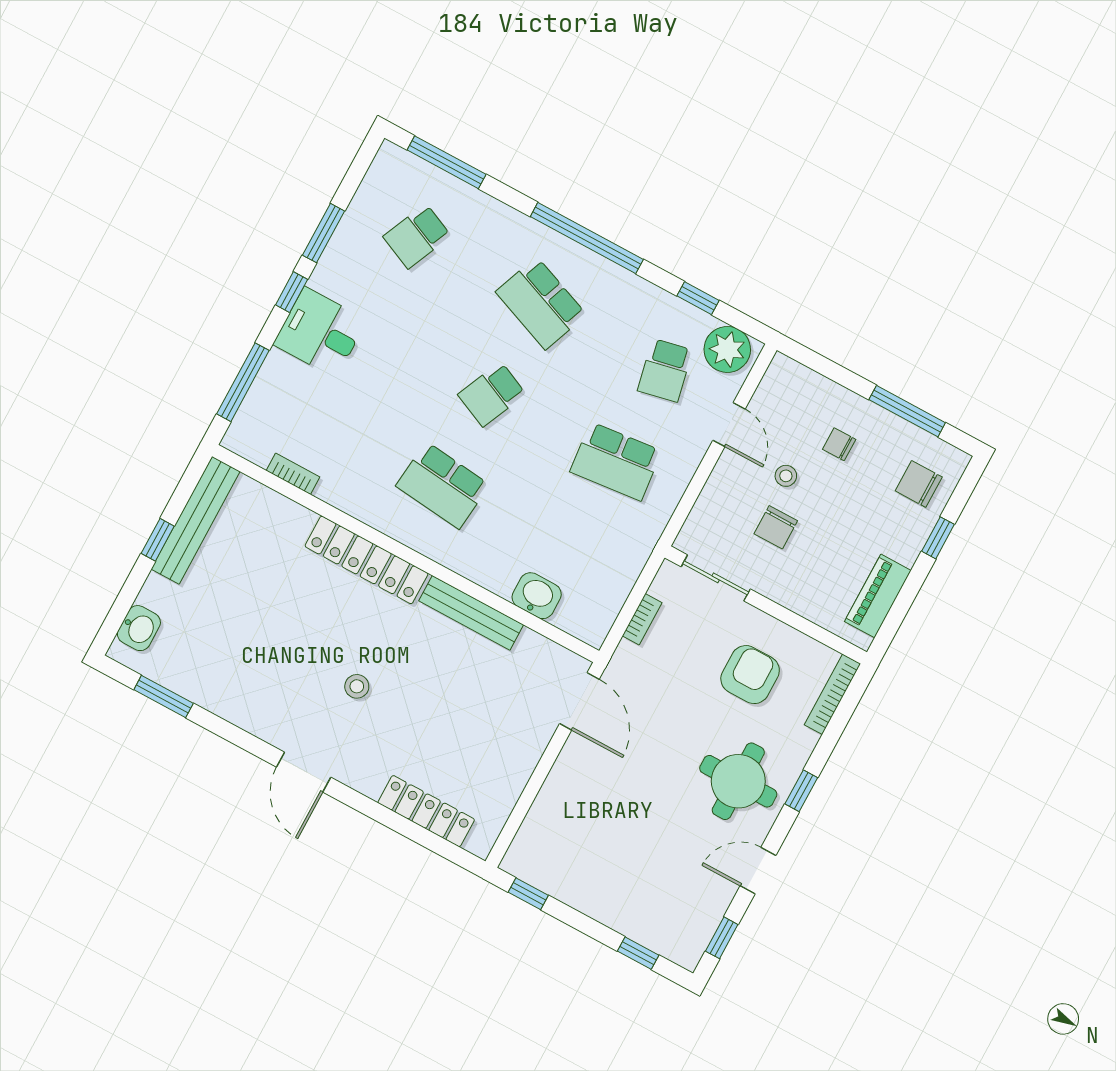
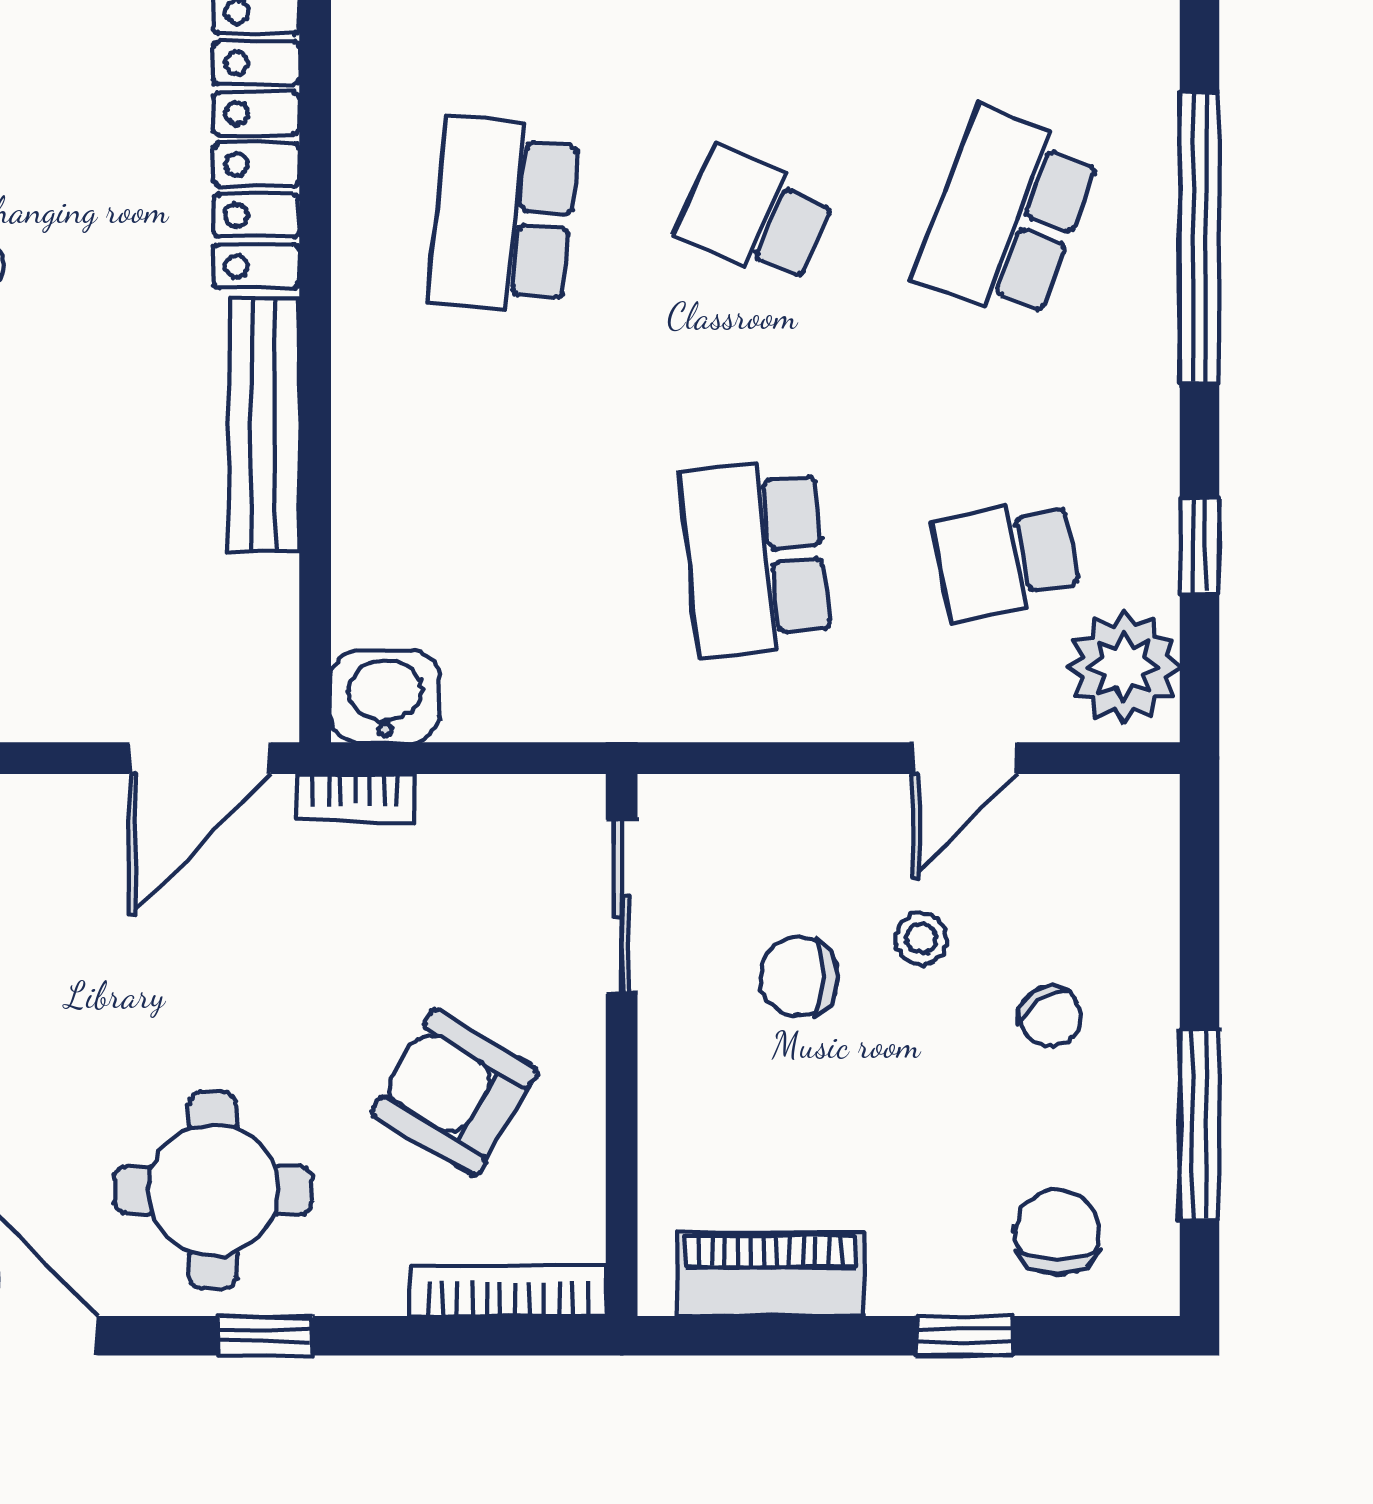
chair: (839, 444) -> (1050, 1016), turned 145
washbasin: (537, 596) -> (385, 697), moved, turned -90
bookcase: (642, 619) -> (355, 797), moved
armchair: (750, 675) -> (455, 1092), turned -149

